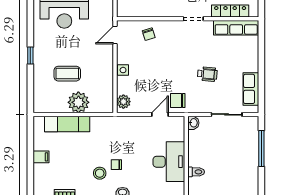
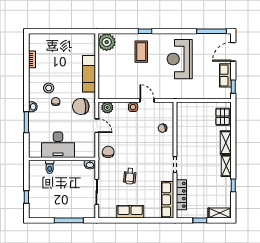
door: (115, 35) -> (147, 100), moved
coffee table: (67, 74) -> (141, 52), moved
row of seats: (251, 89) -> (130, 212), moved
plant: (78, 102) -> (107, 42), moved
door: (160, 114) -> (97, 126), moved
exam couch: (67, 124) -> (89, 74), moved
chair: (122, 134) -> (81, 106), added
filing cabinet: (41, 157) -> (62, 40), removed

